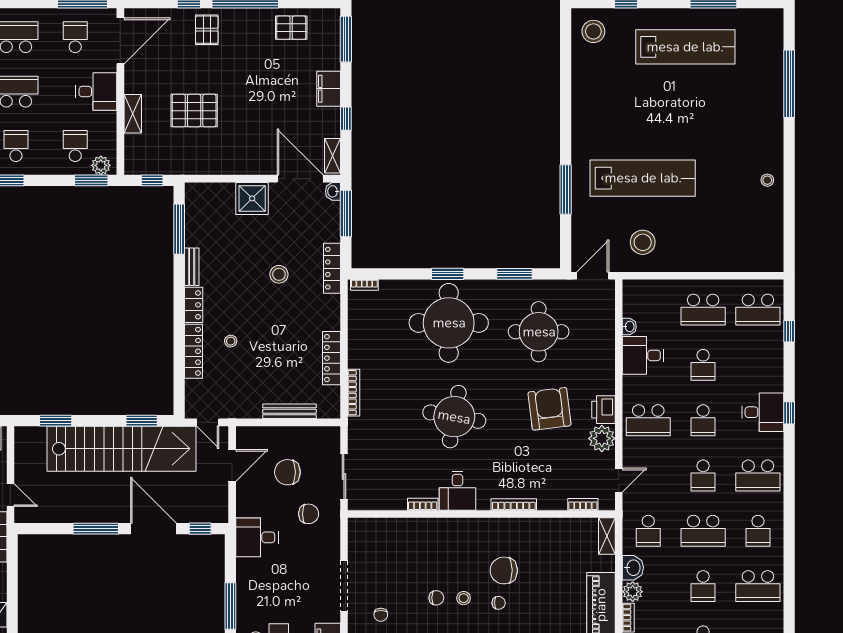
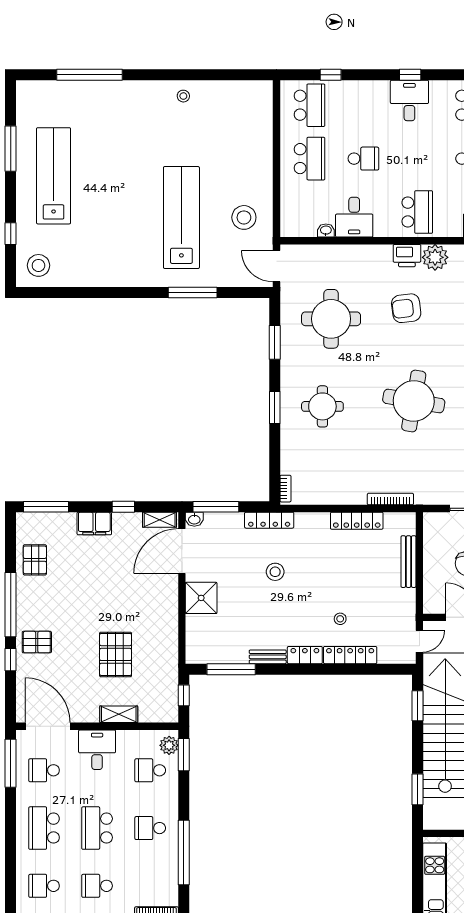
round table: (449, 323) -> (322, 406), width x0.54, depth x0.54
armchair: (549, 409) -> (406, 308), width x0.73, depth x0.73
school desk: (703, 420) -> (417, 159), removed

